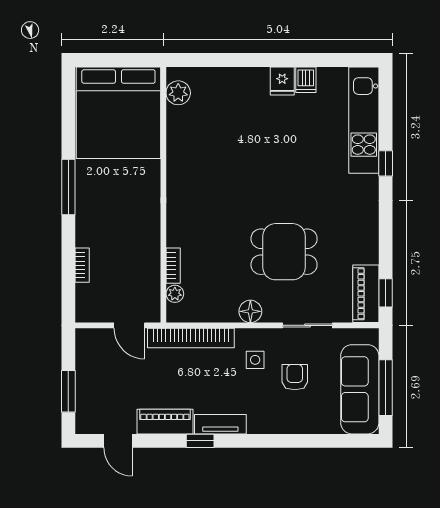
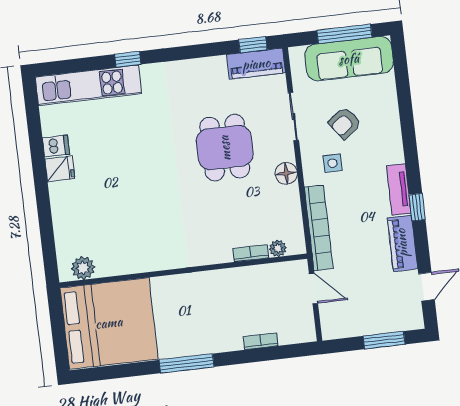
door: (129, 325) -> (314, 289), hinge flipped
armchair: (295, 377) -> (345, 123), turned -37

